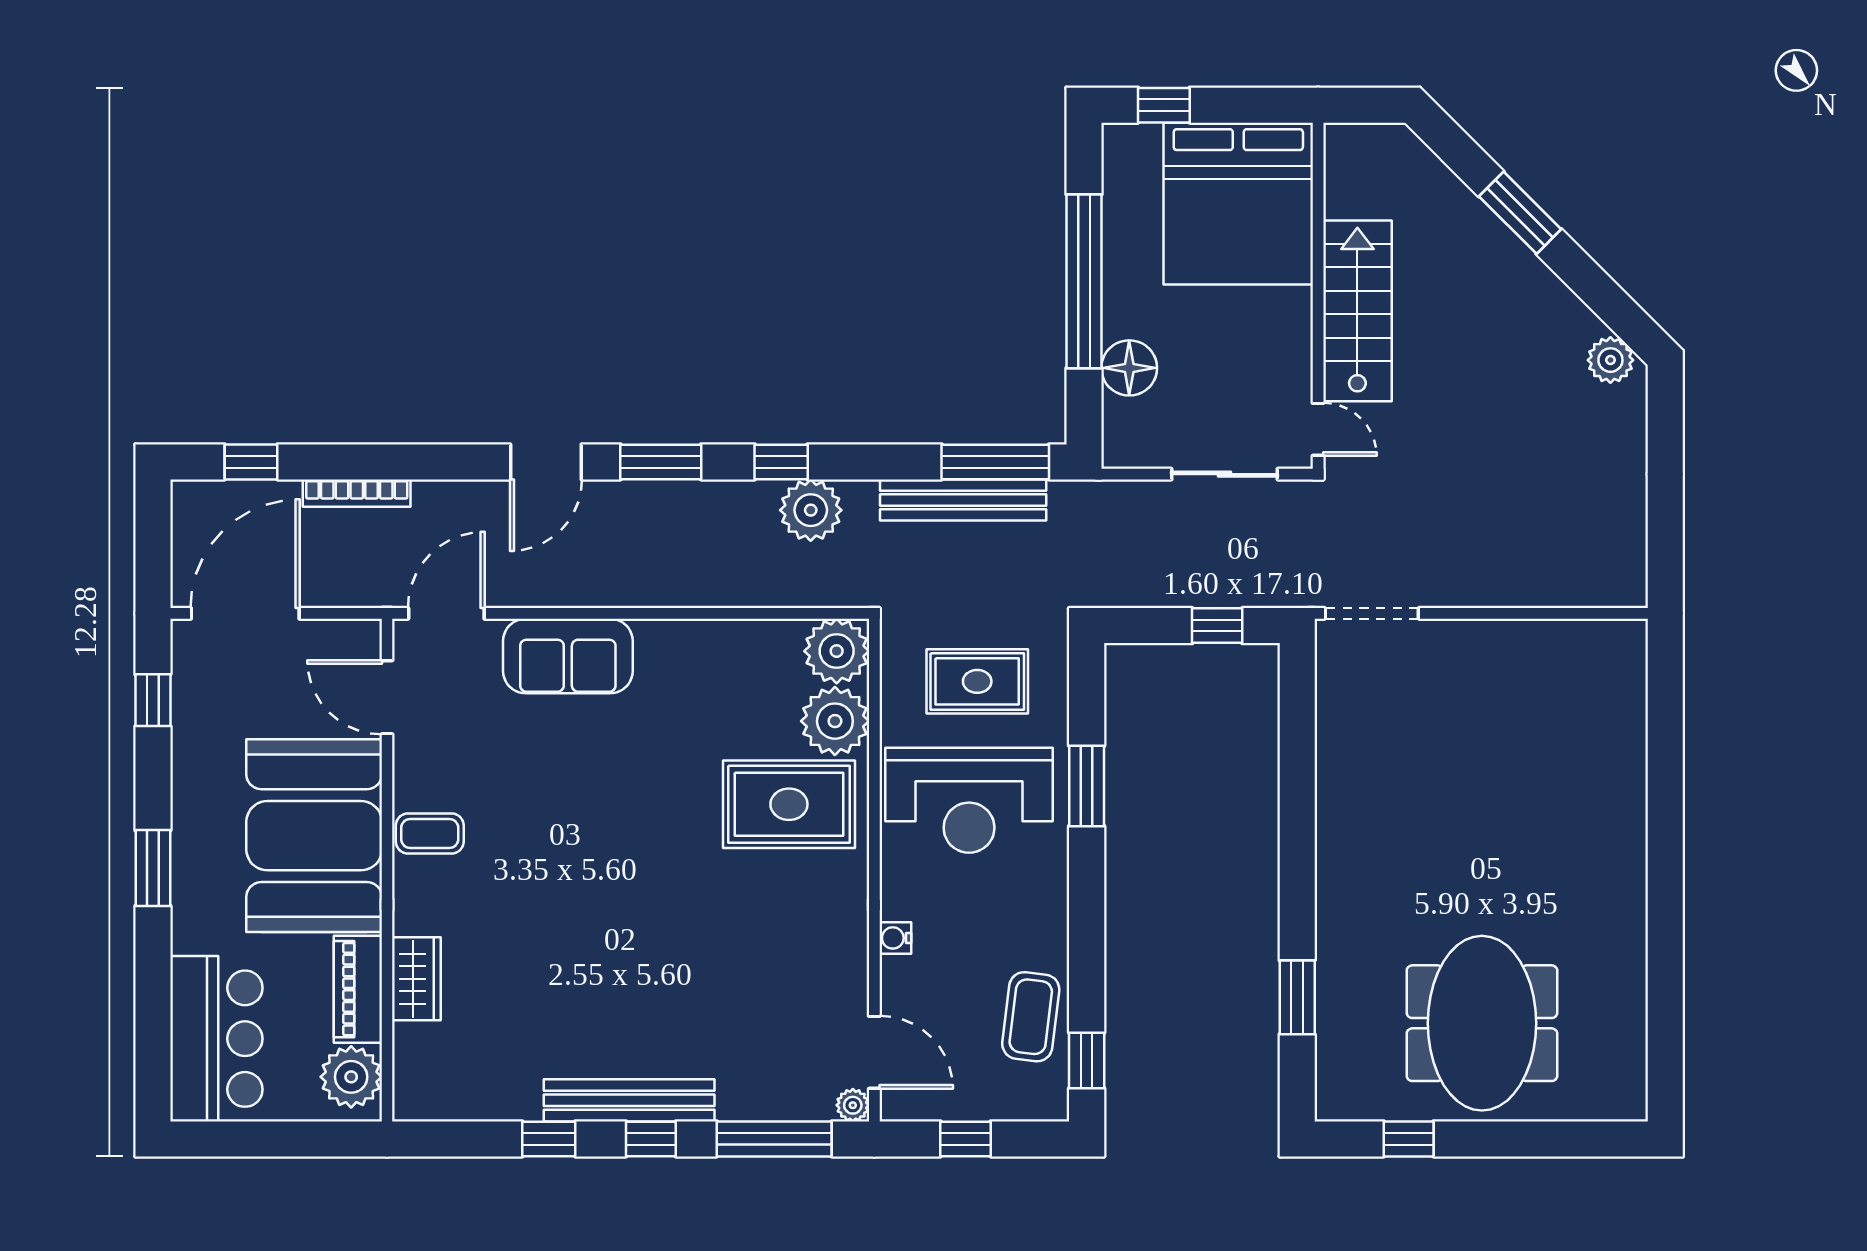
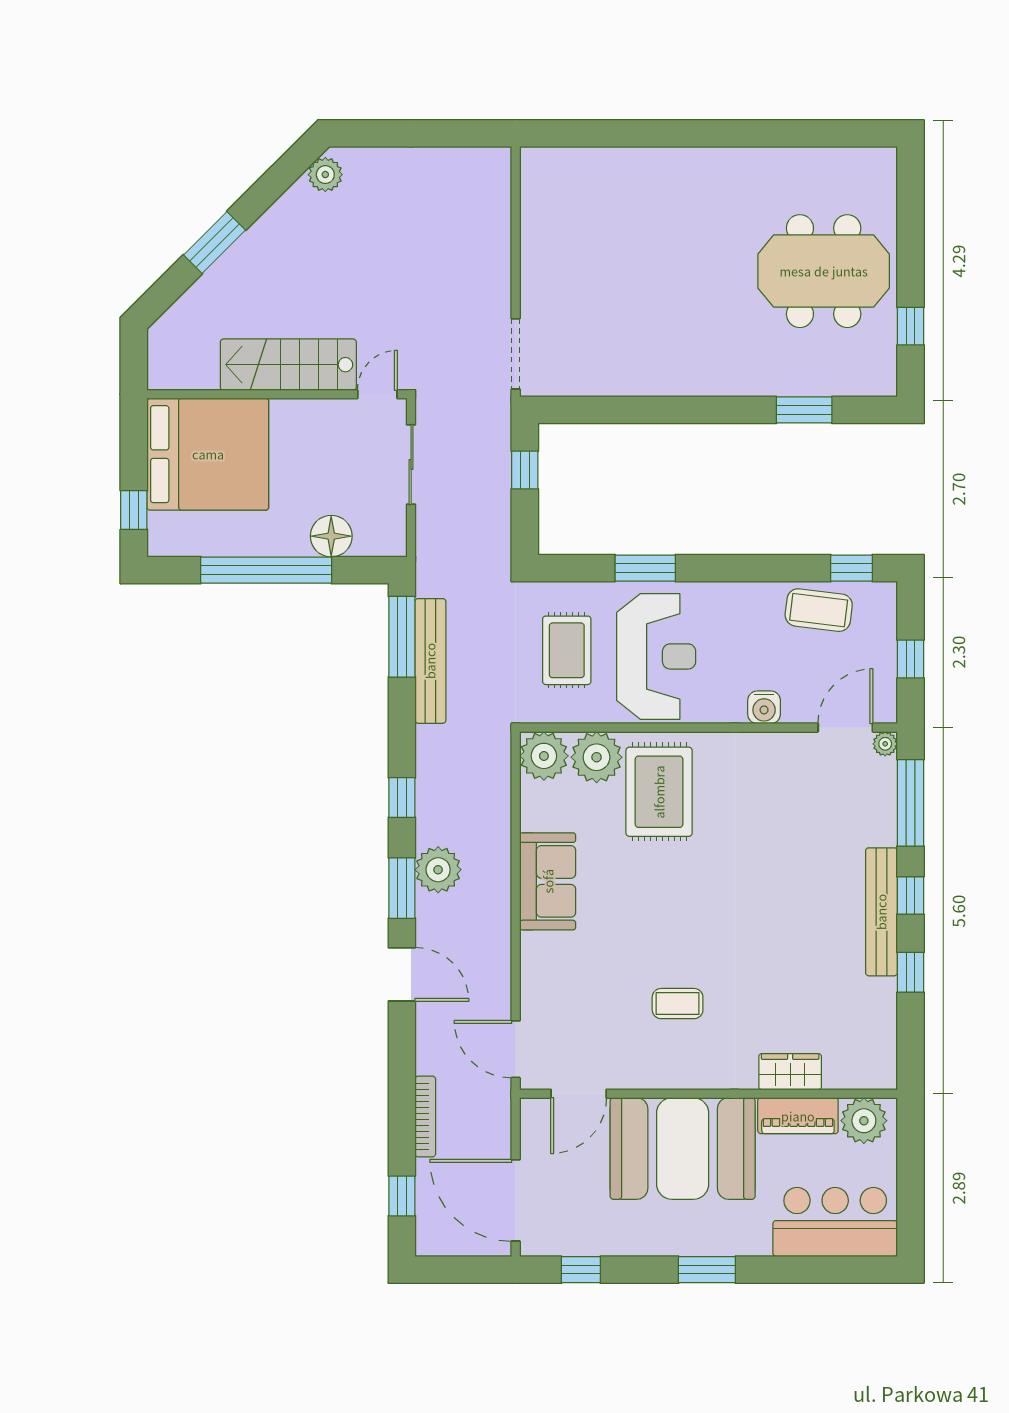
plant: (811, 510) -> (438, 870), moved
sofa: (568, 656) -> (548, 881), moved
coffee table: (430, 833) -> (678, 1004), moved, turned 90
water cooler: (895, 938) -> (764, 707), width x1.38, depth x1.38

